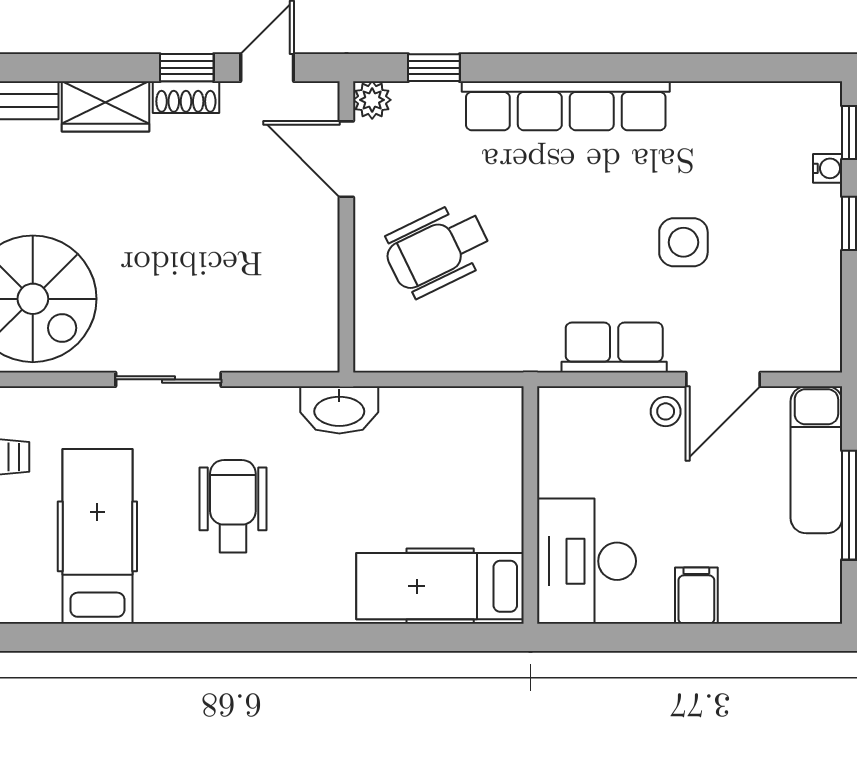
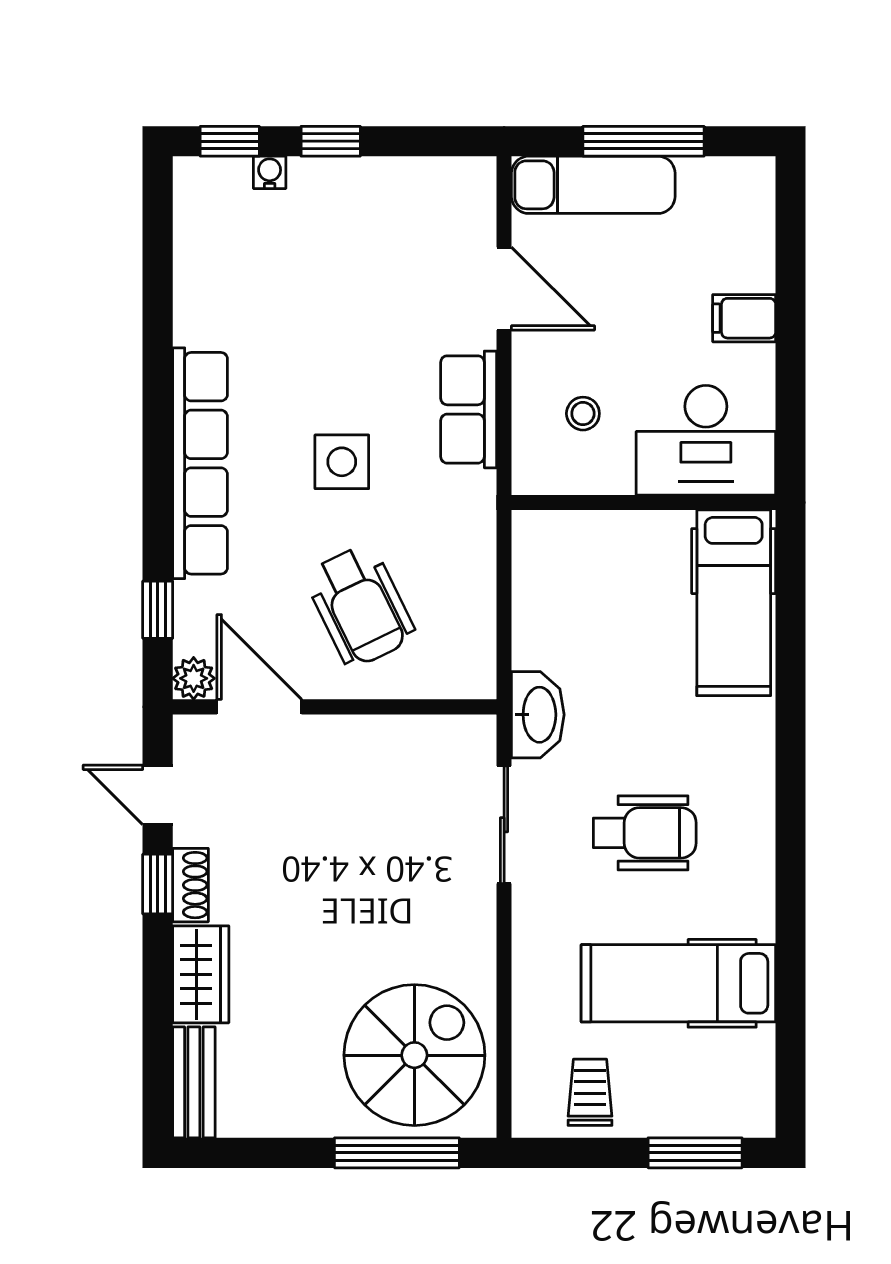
door: (346, 159) -> (259, 707), swing flipped
side table: (683, 242) -> (342, 462), moved
sliding door: (168, 379) -> (504, 825), moved
stool: (666, 411) -> (583, 414), moved
wheelchair: (233, 506) -> (645, 833), turned 180

